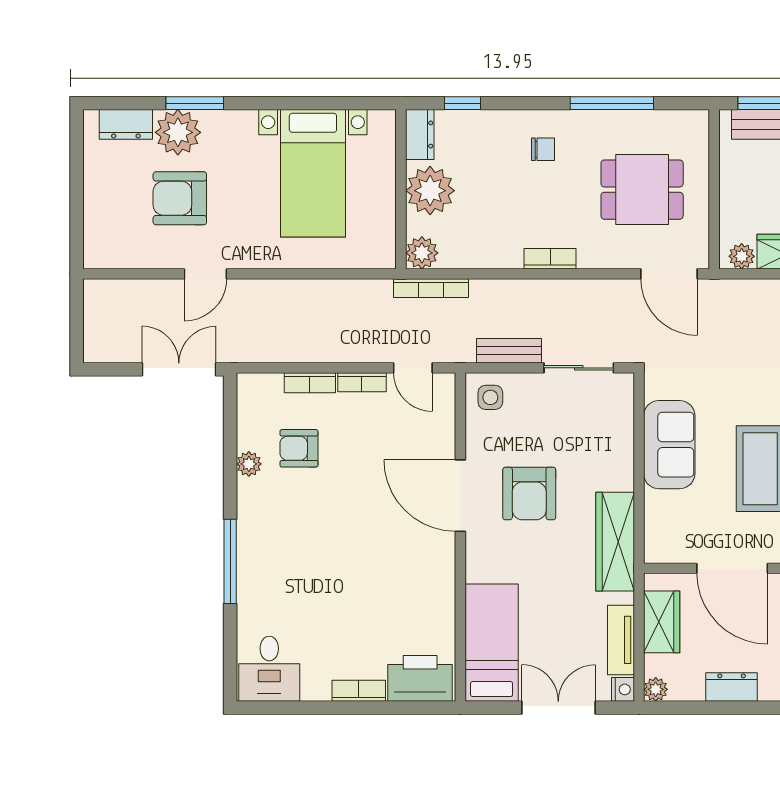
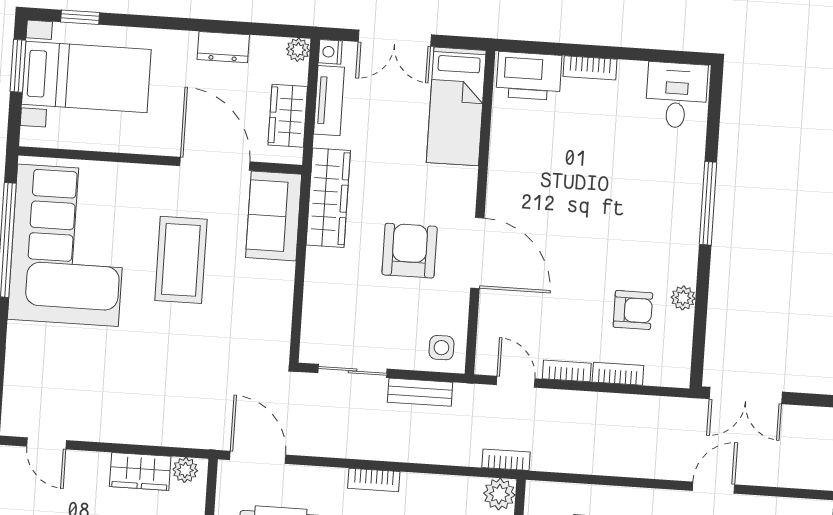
bookcase: (431, 288) -> (506, 460), width x0.64
sofa: (669, 445) -> (274, 216), moved

